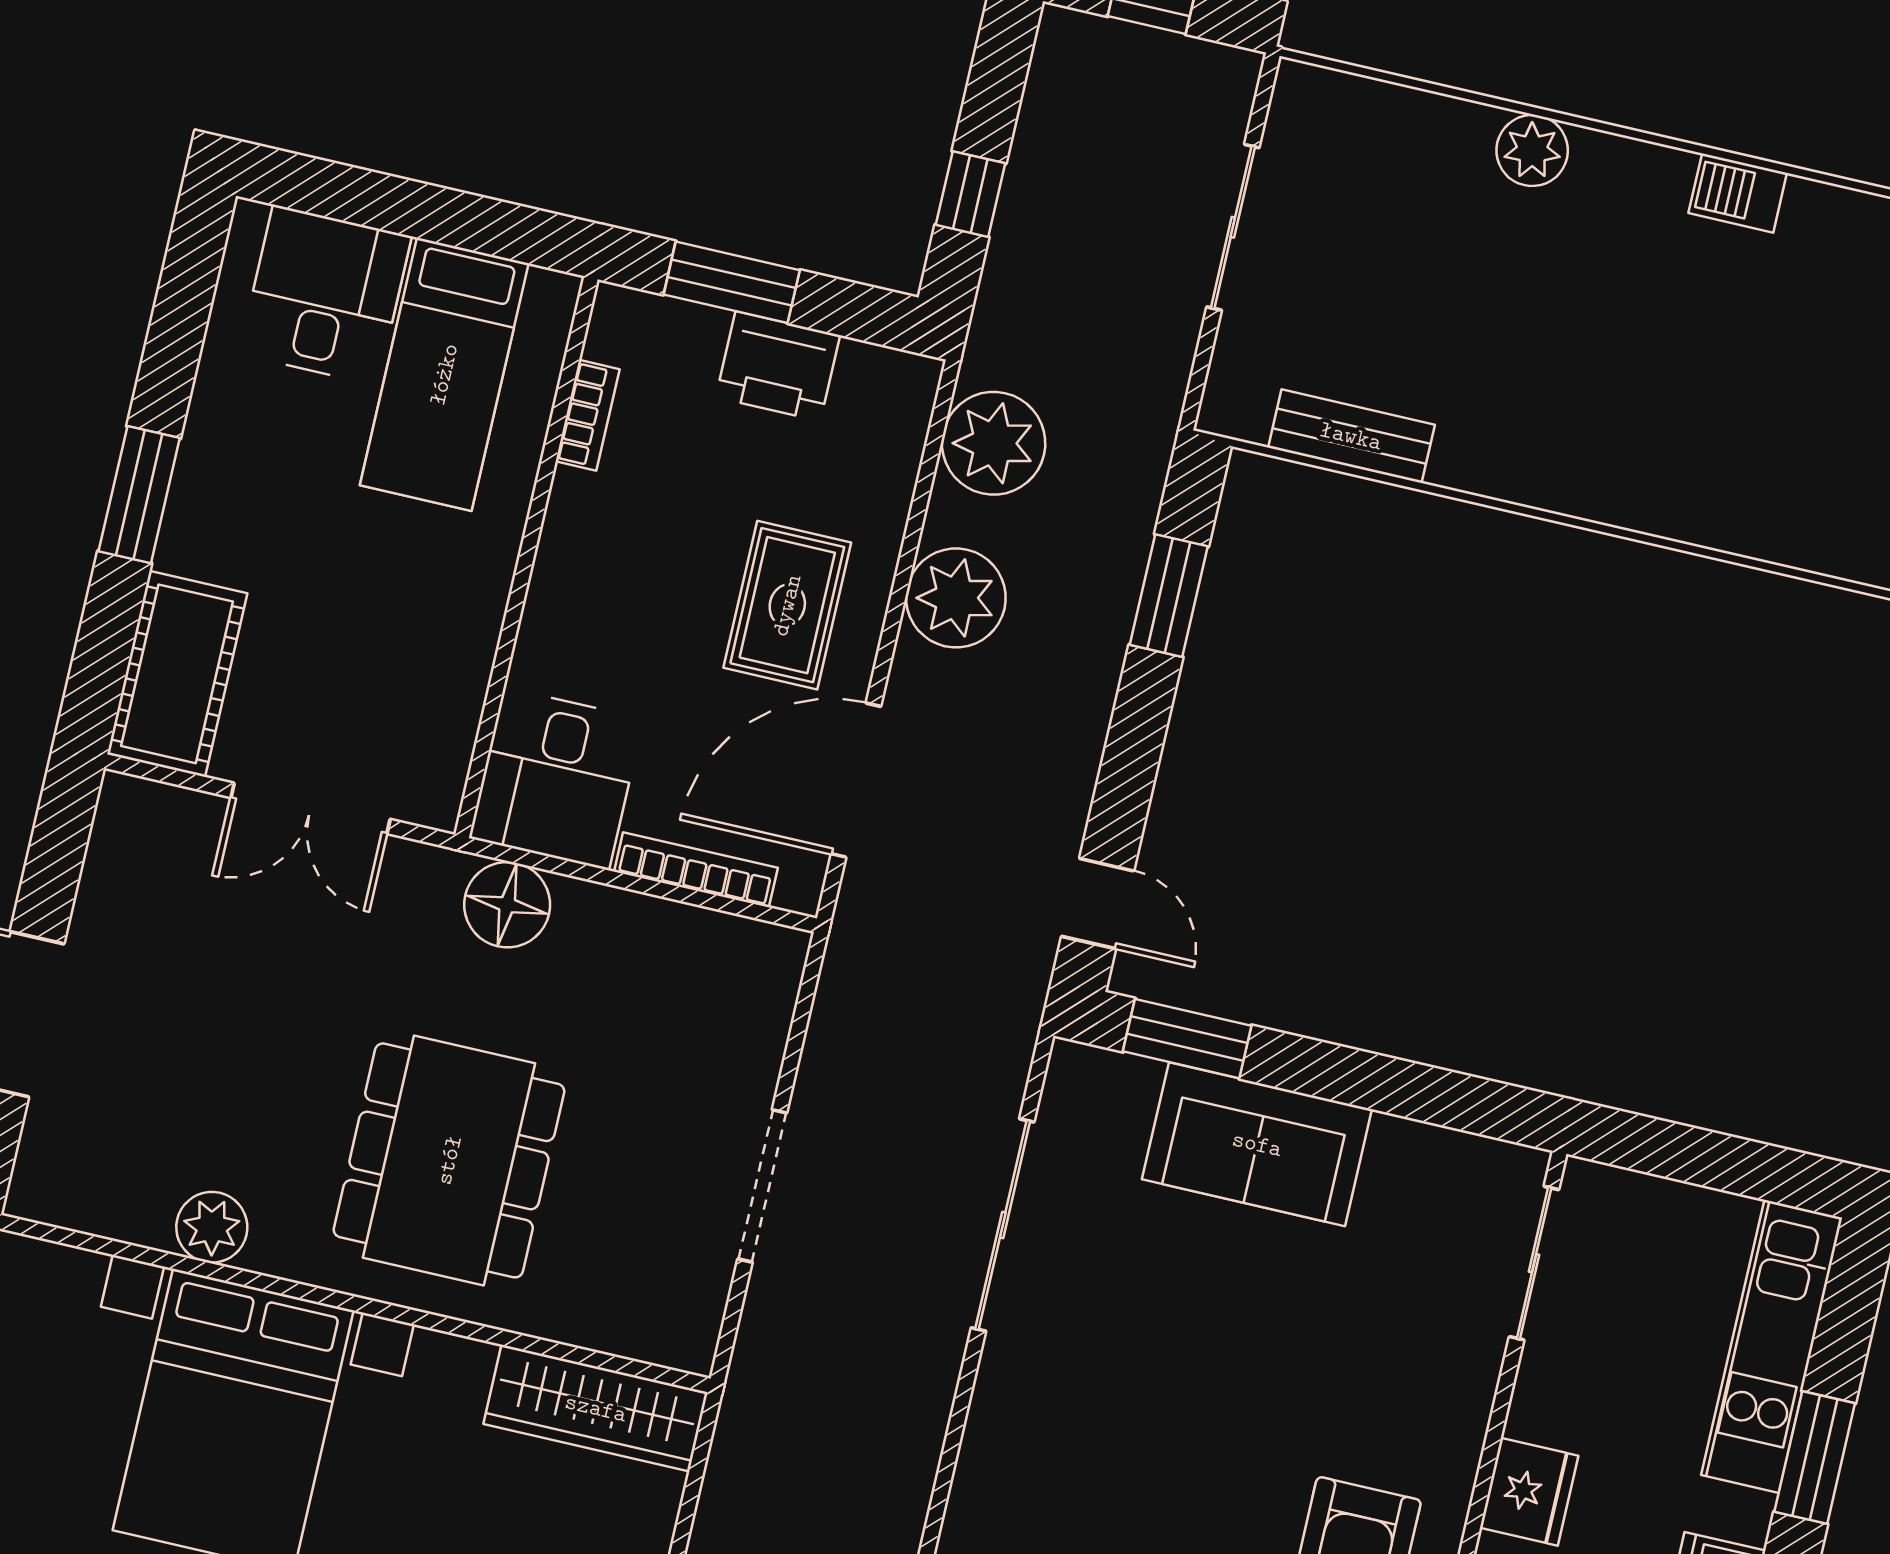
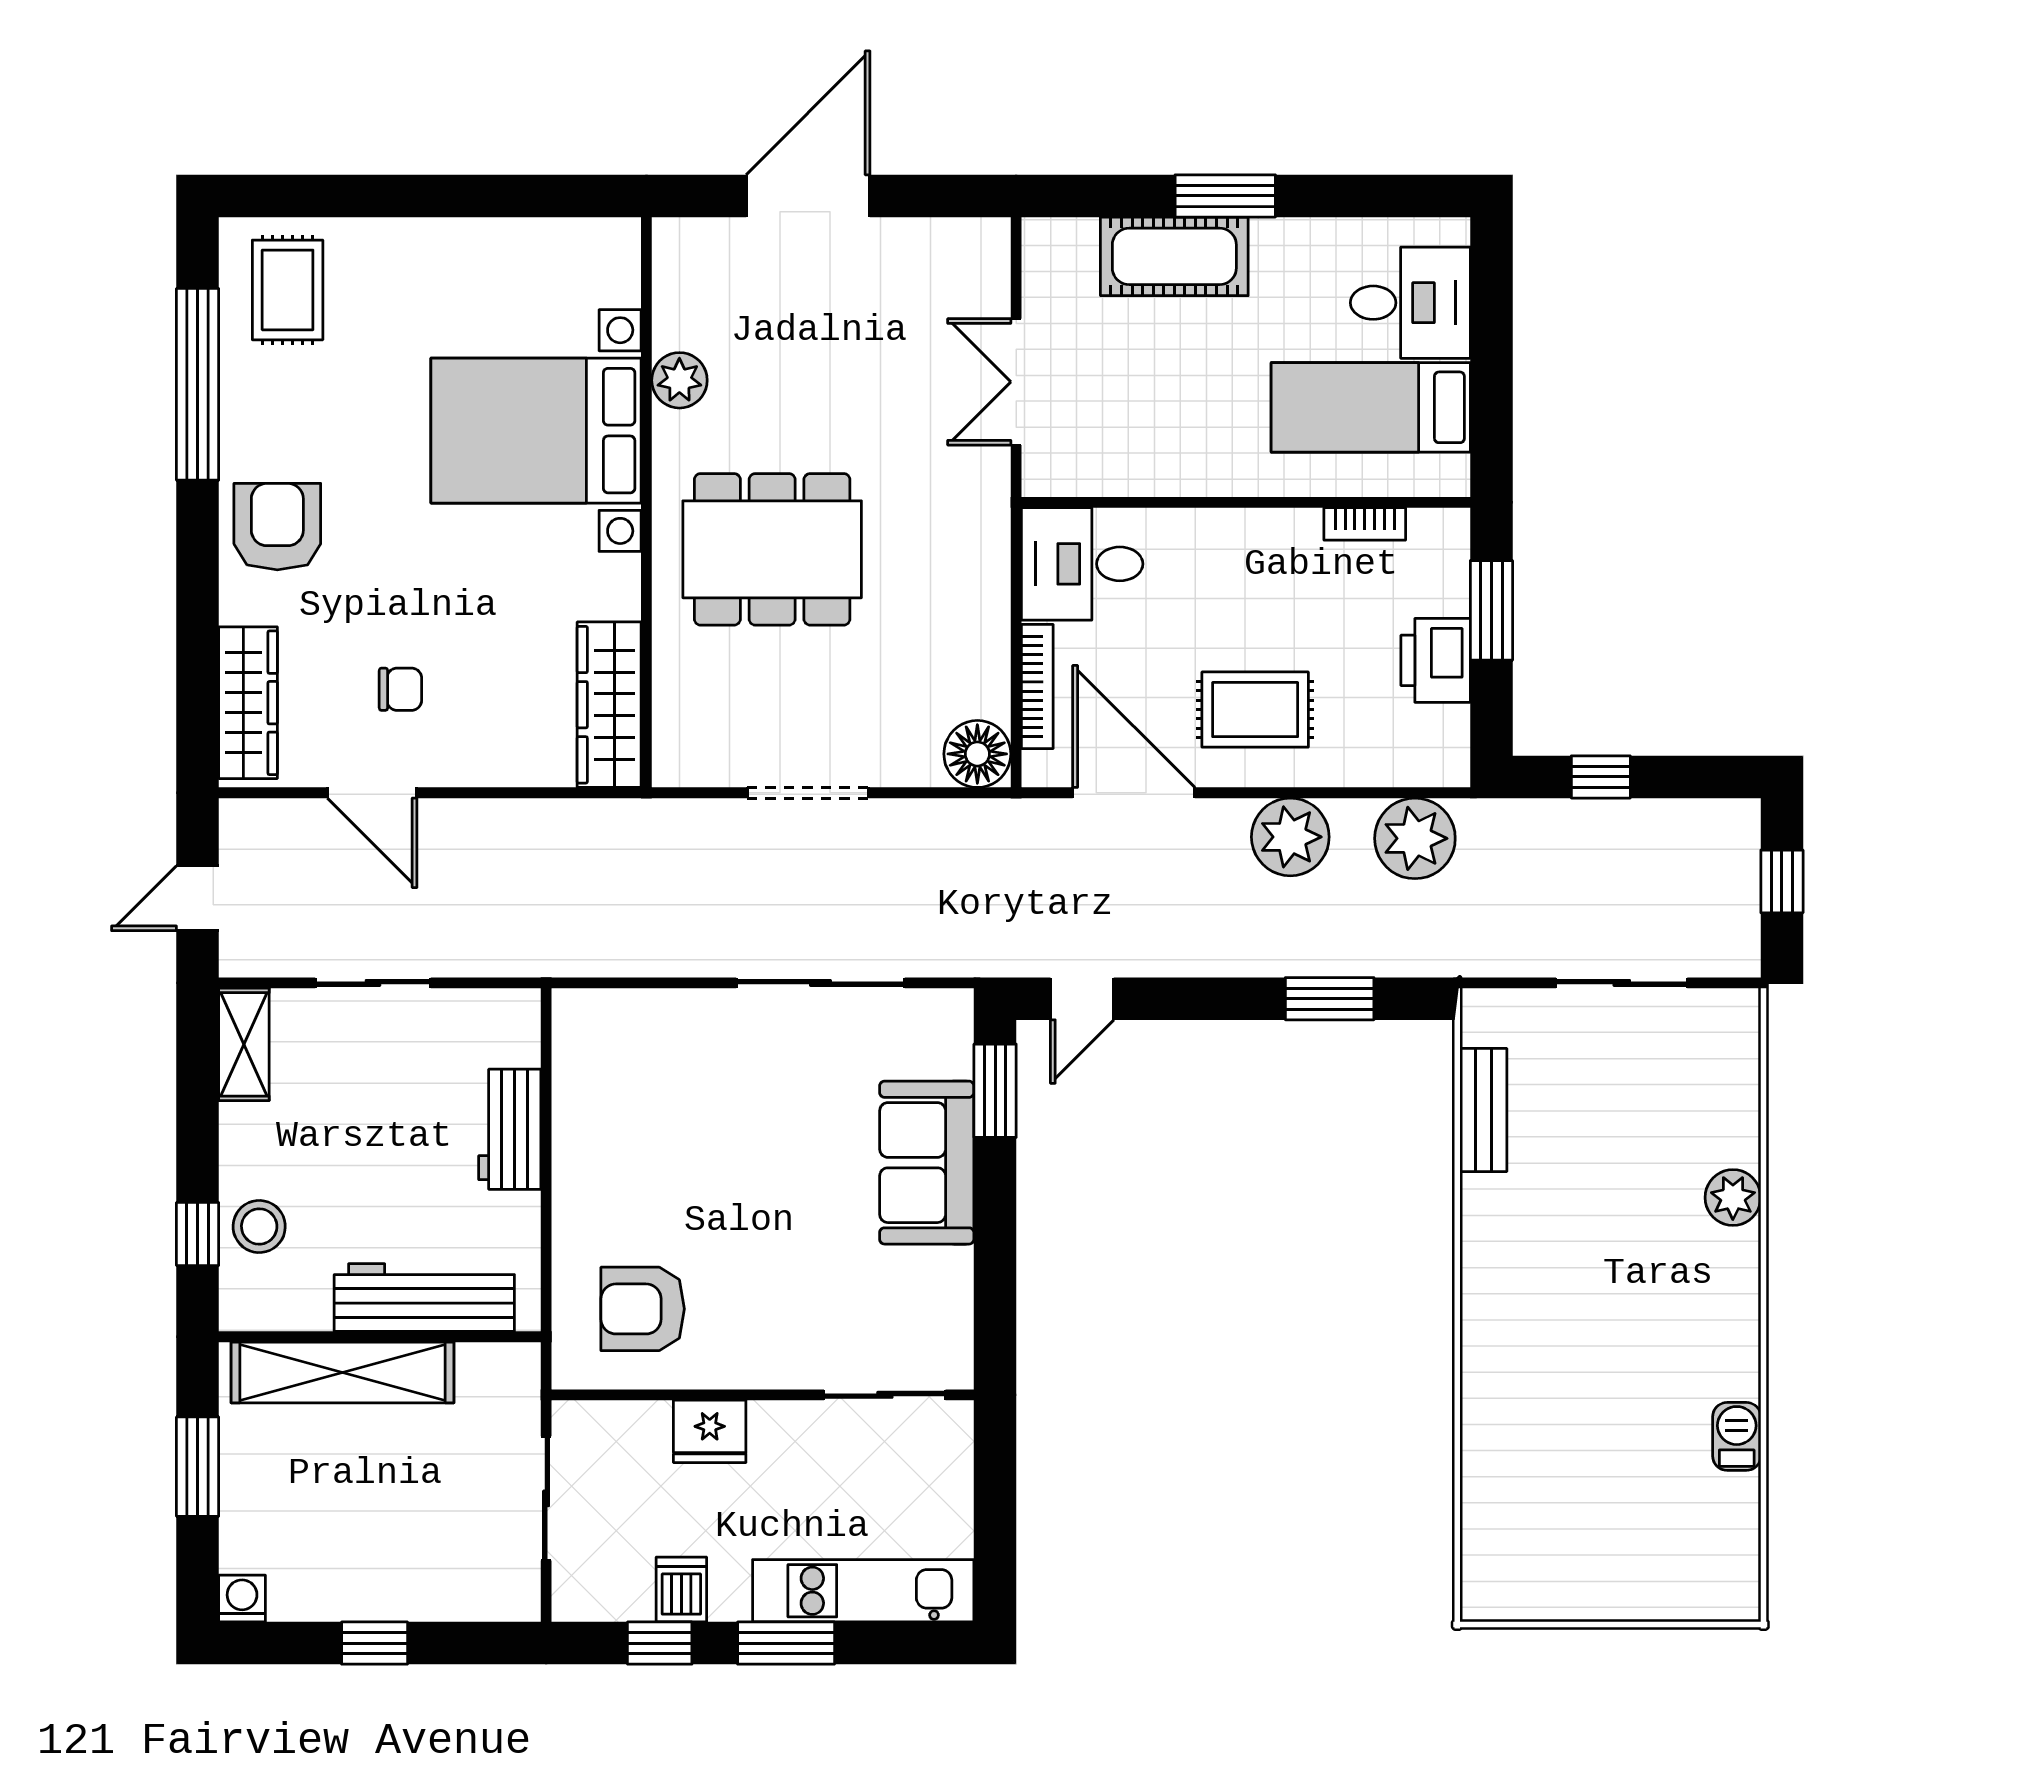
barbecue: (1738, 193) -> (1737, 1436), moved
cot: (177, 674) -> (1174, 256), moved
floor lamp: (507, 905) -> (977, 754), moved

